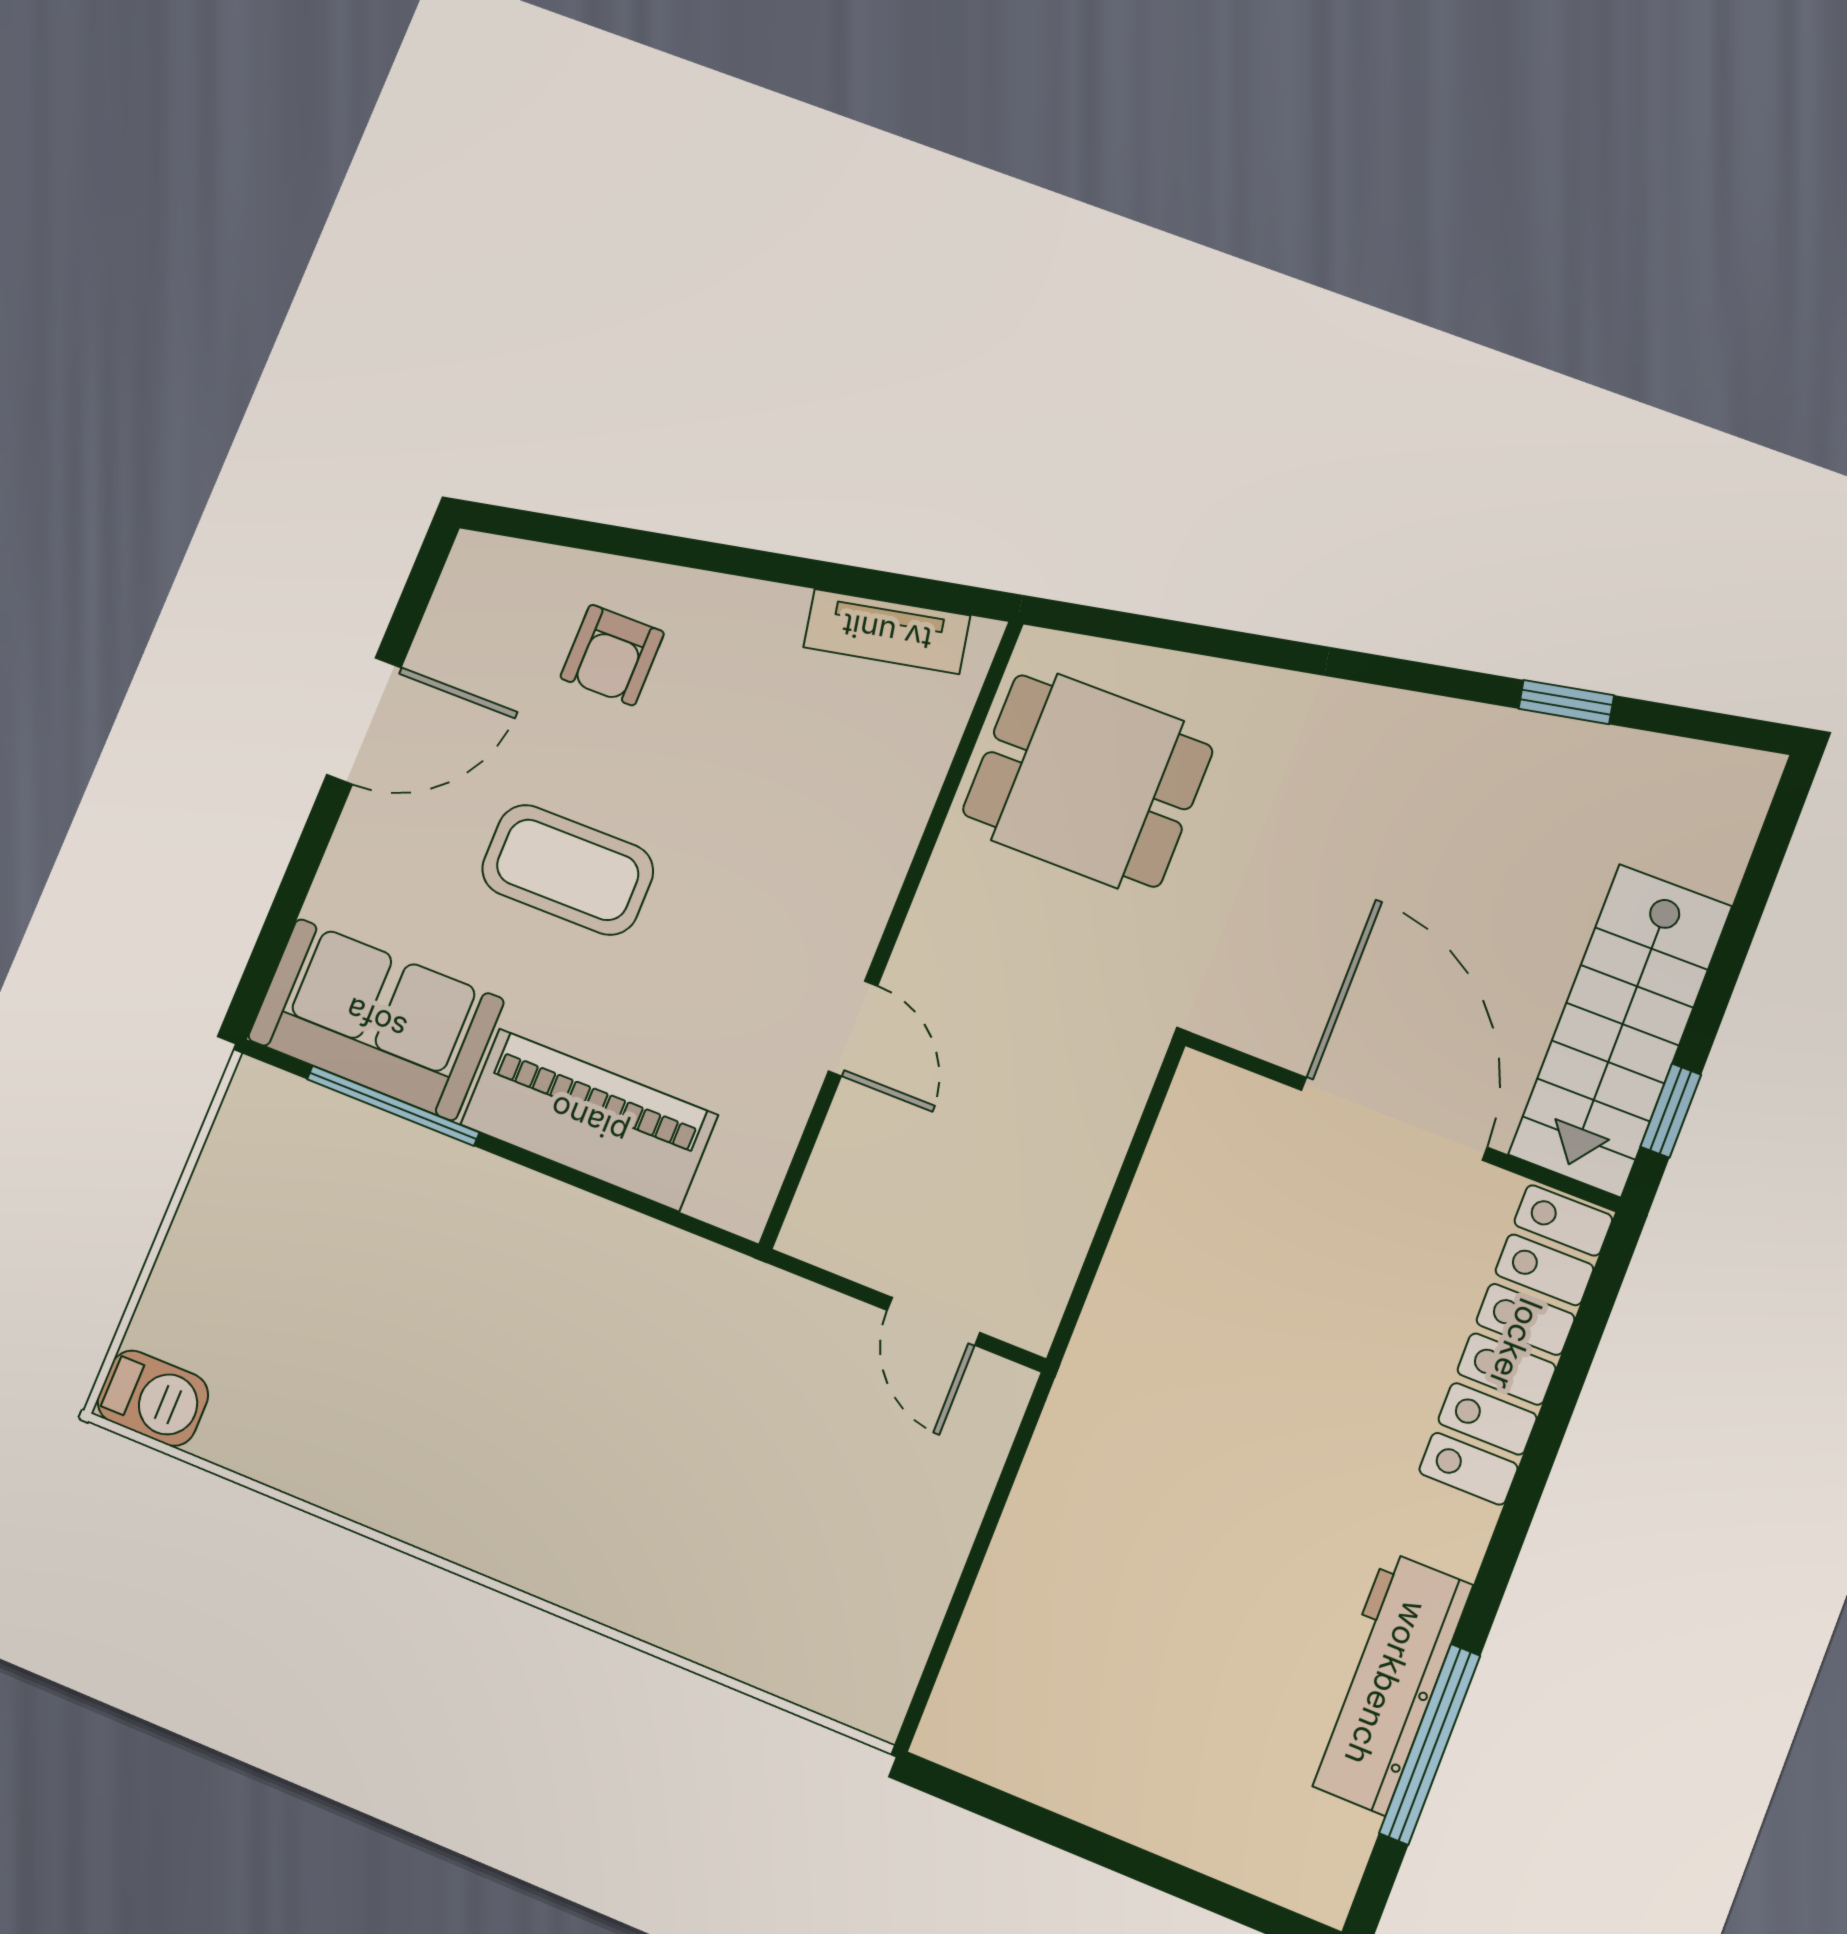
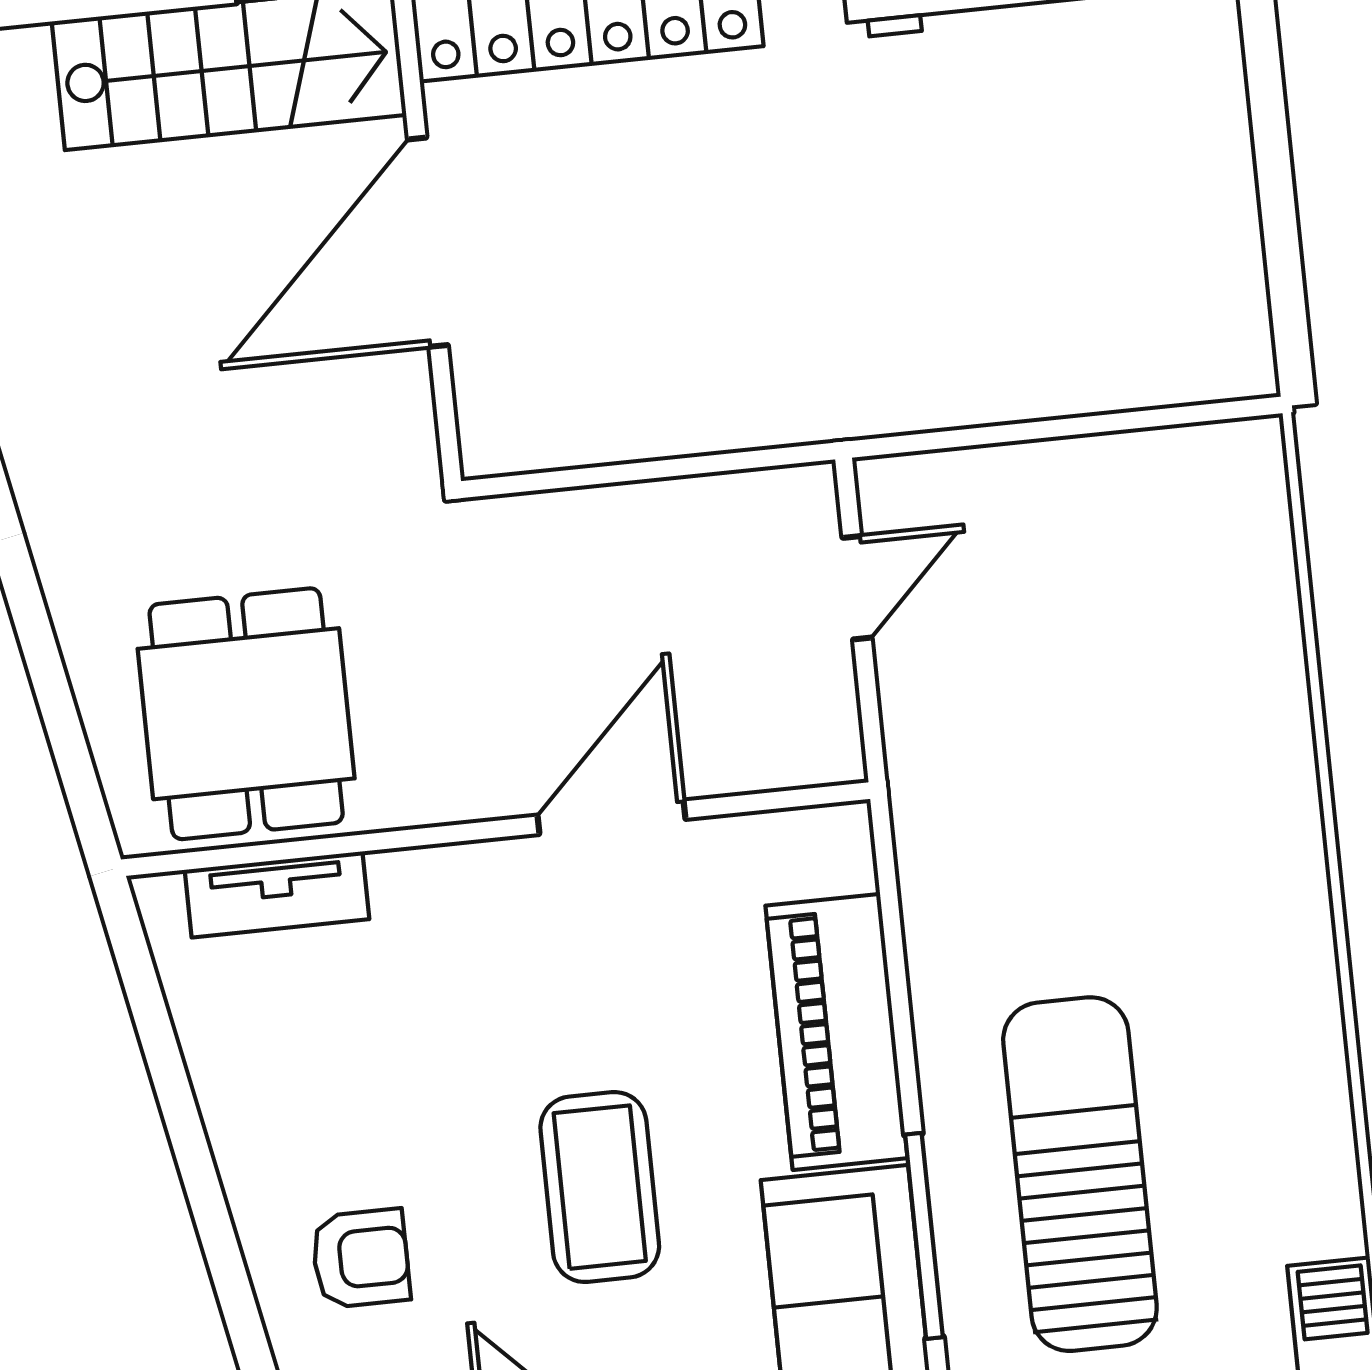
tv unit: (887, 632) -> (277, 894), moved, turned 101
door: (853, 1029) -> (611, 817), width x1.38
sun lounger: (375, 1255) -> (1080, 1174), added

